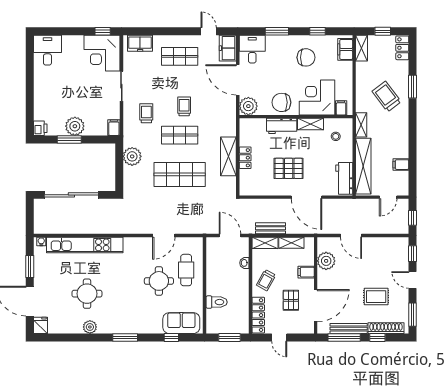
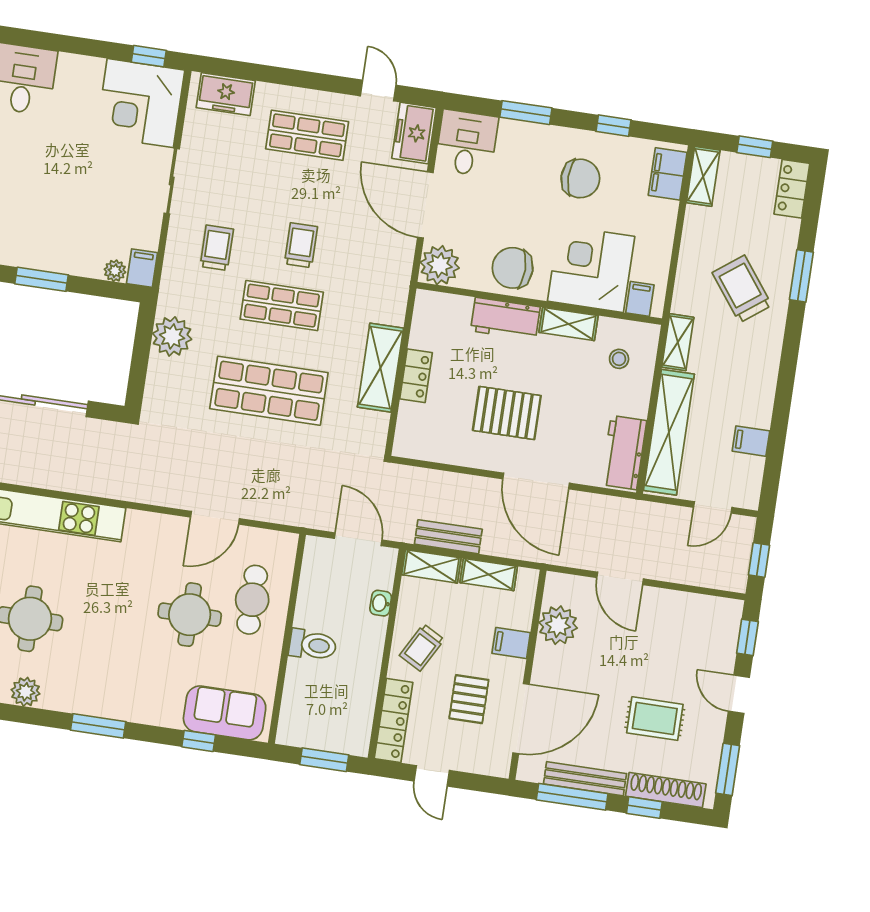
plant: (75, 126) -> (115, 271), moved, width x0.53, depth x0.53
toilet: (217, 302) -> (313, 645), moved

